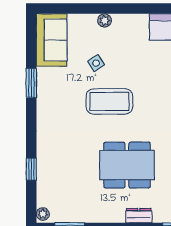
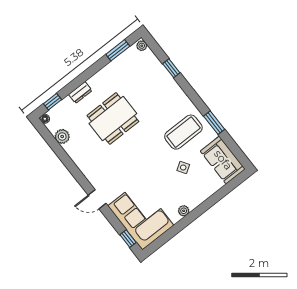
plant: (105, 20) -> (184, 211), moved
coffee table: (109, 101) -> (183, 132), moved

